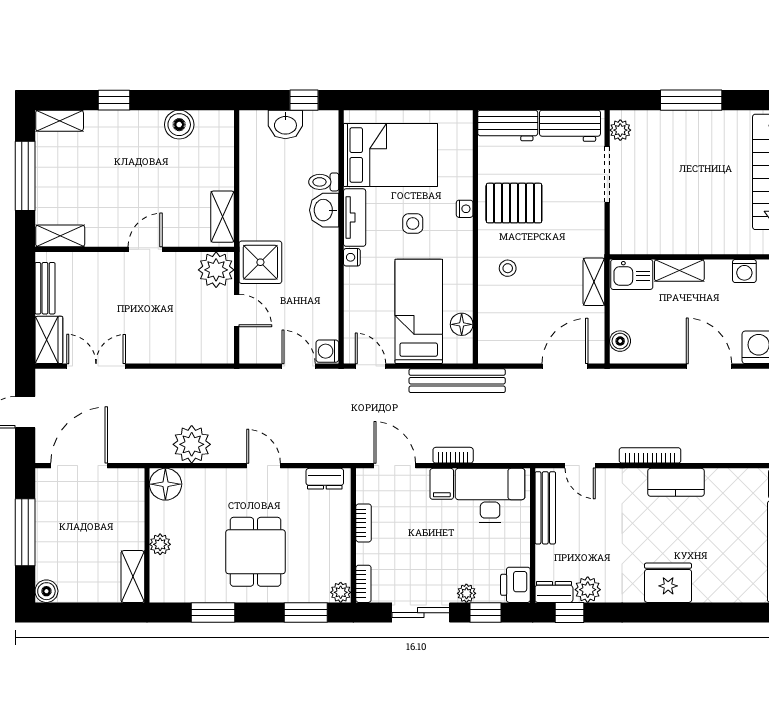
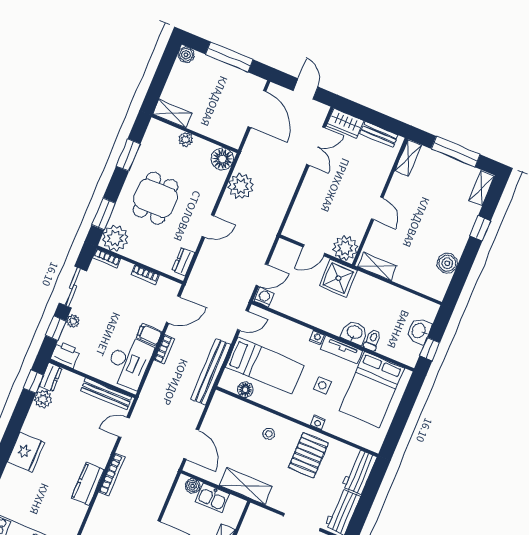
kitchen sink: (632, 274) -> (212, 498), moved, turned -90
shelving: (594, 282) -> (246, 486), width x1.50, depth x1.33
dining table: (256, 552) -> (156, 198), turned 90
plant: (341, 592) -> (115, 238), width x1.88, depth x1.88

